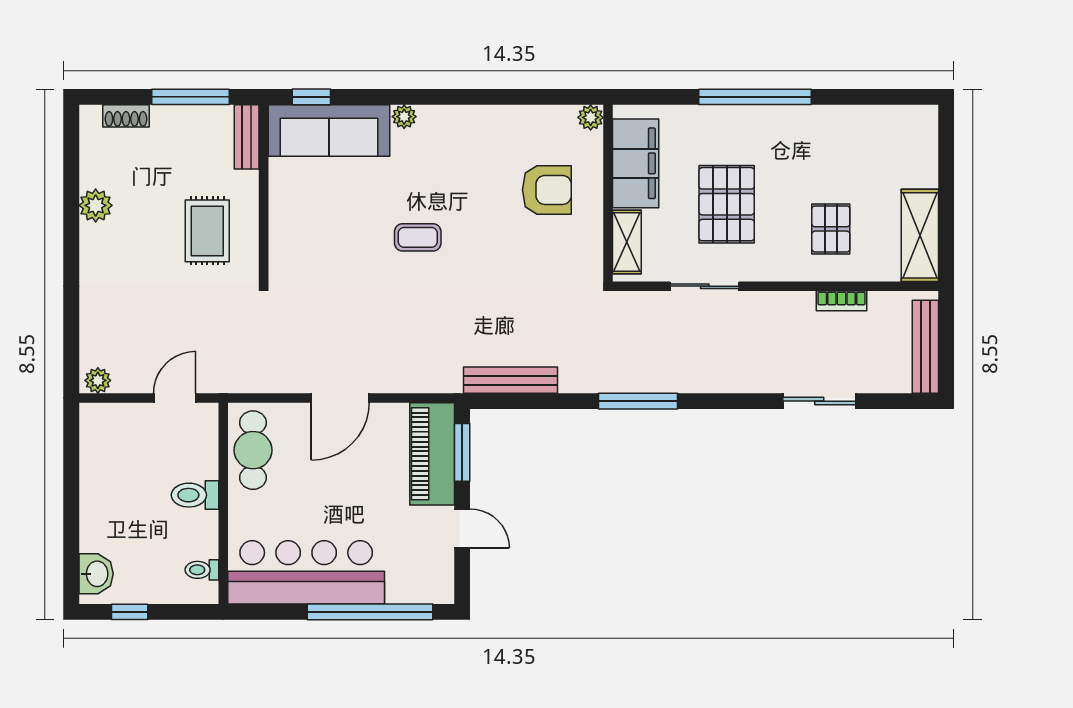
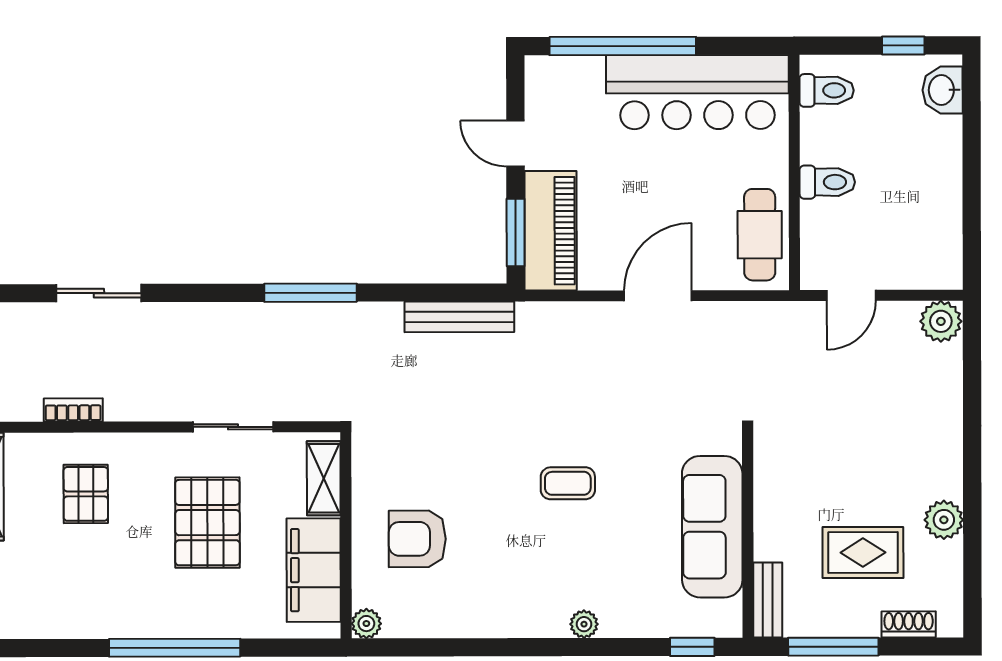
sofa: (329, 131) -> (712, 527), moved, turned -90
rug: (207, 231) -> (863, 552), moved, turned 90
plant: (98, 380) -> (941, 321), width x1.38, depth x1.38
toilet: (202, 570) -> (827, 90), width x1.37, depth x1.39

